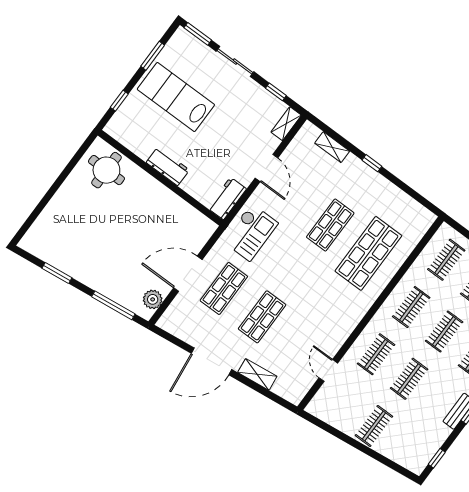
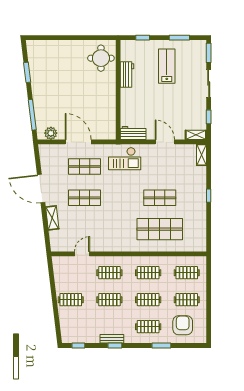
lab bench: (176, 97) -> (167, 66), width x0.73, depth x0.72
shelving: (332, 147) -> (202, 155), moved
workbench: (168, 166) -> (127, 75), moved
door: (266, 168) -> (165, 142), swing flipped

